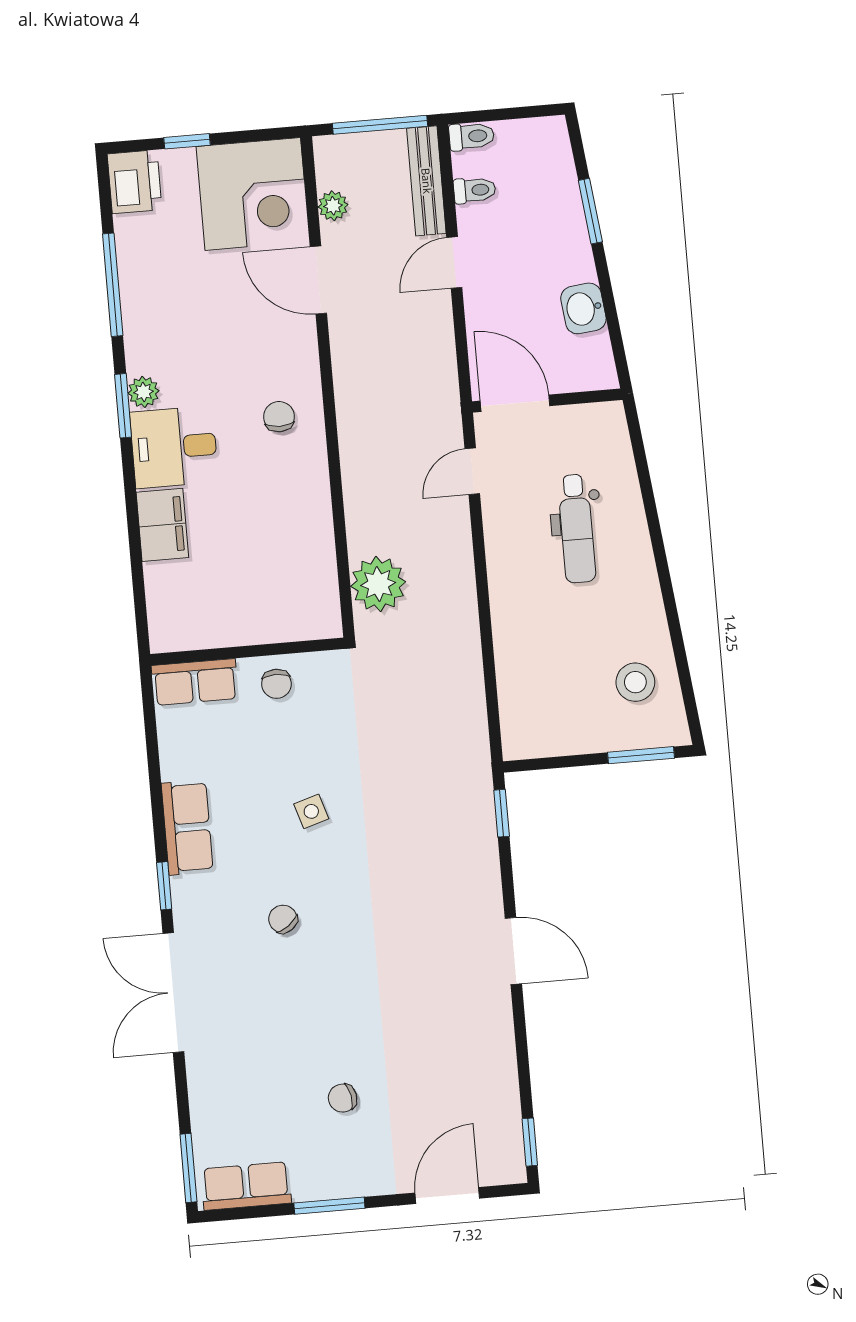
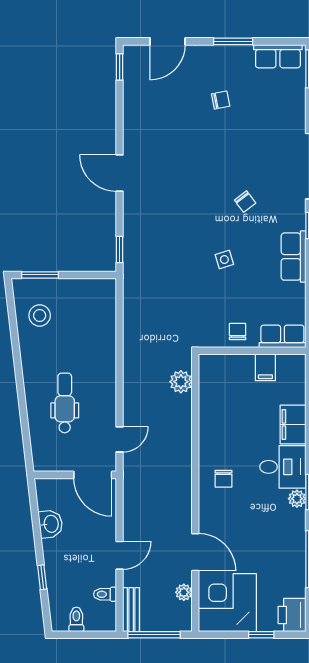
toilet: (472, 136) -> (76, 619), moved, turned 90
bench: (426, 181) -> (131, 610), width x0.73
window: (590, 211) -> (42, 577), width x0.67
plant: (378, 584) -> (181, 382), width x0.73, depth x0.73
filing cabinet: (221, 624) -> (265, 367), added

